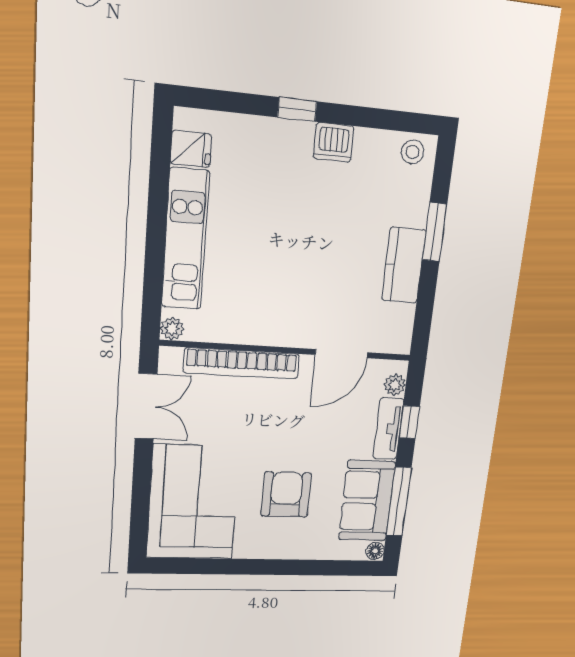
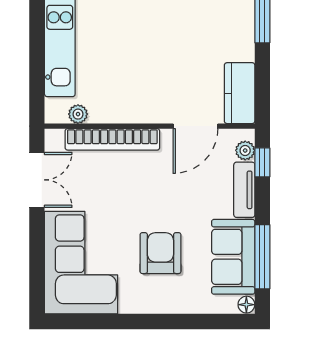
kitchen counter: (404, 265) -> (240, 93), moved
plant: (172, 329) -> (78, 114), moved
window: (409, 422) -> (262, 162), moved

